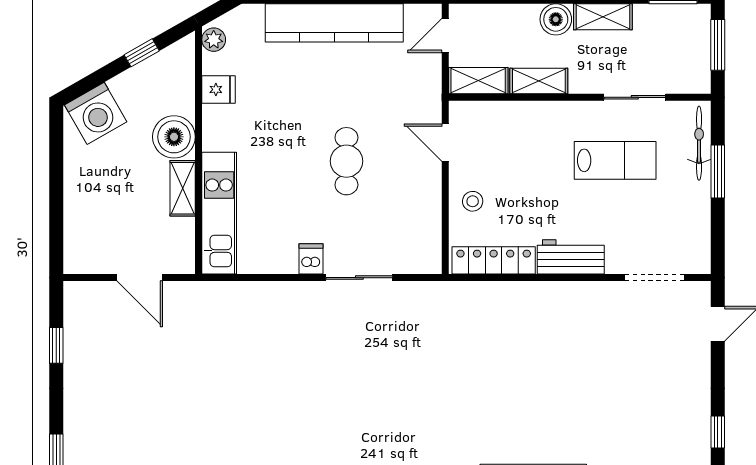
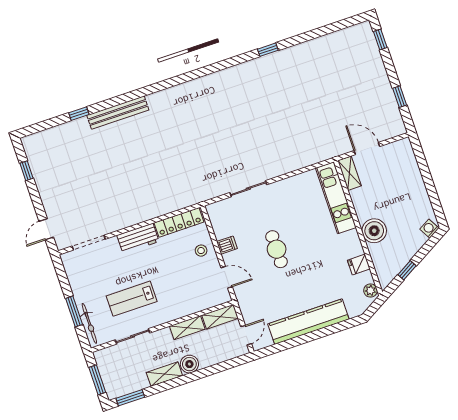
washing machine: (96, 113) -> (429, 229), width x0.53, depth x0.53
shelving: (183, 188) -> (349, 173), moved
dishwasher: (311, 259) -> (227, 245), moved, turned -90

